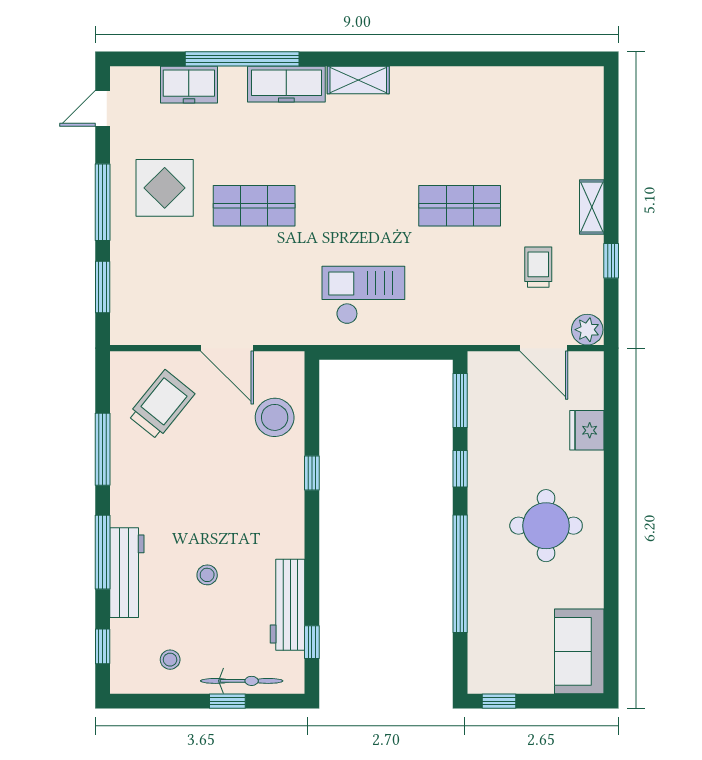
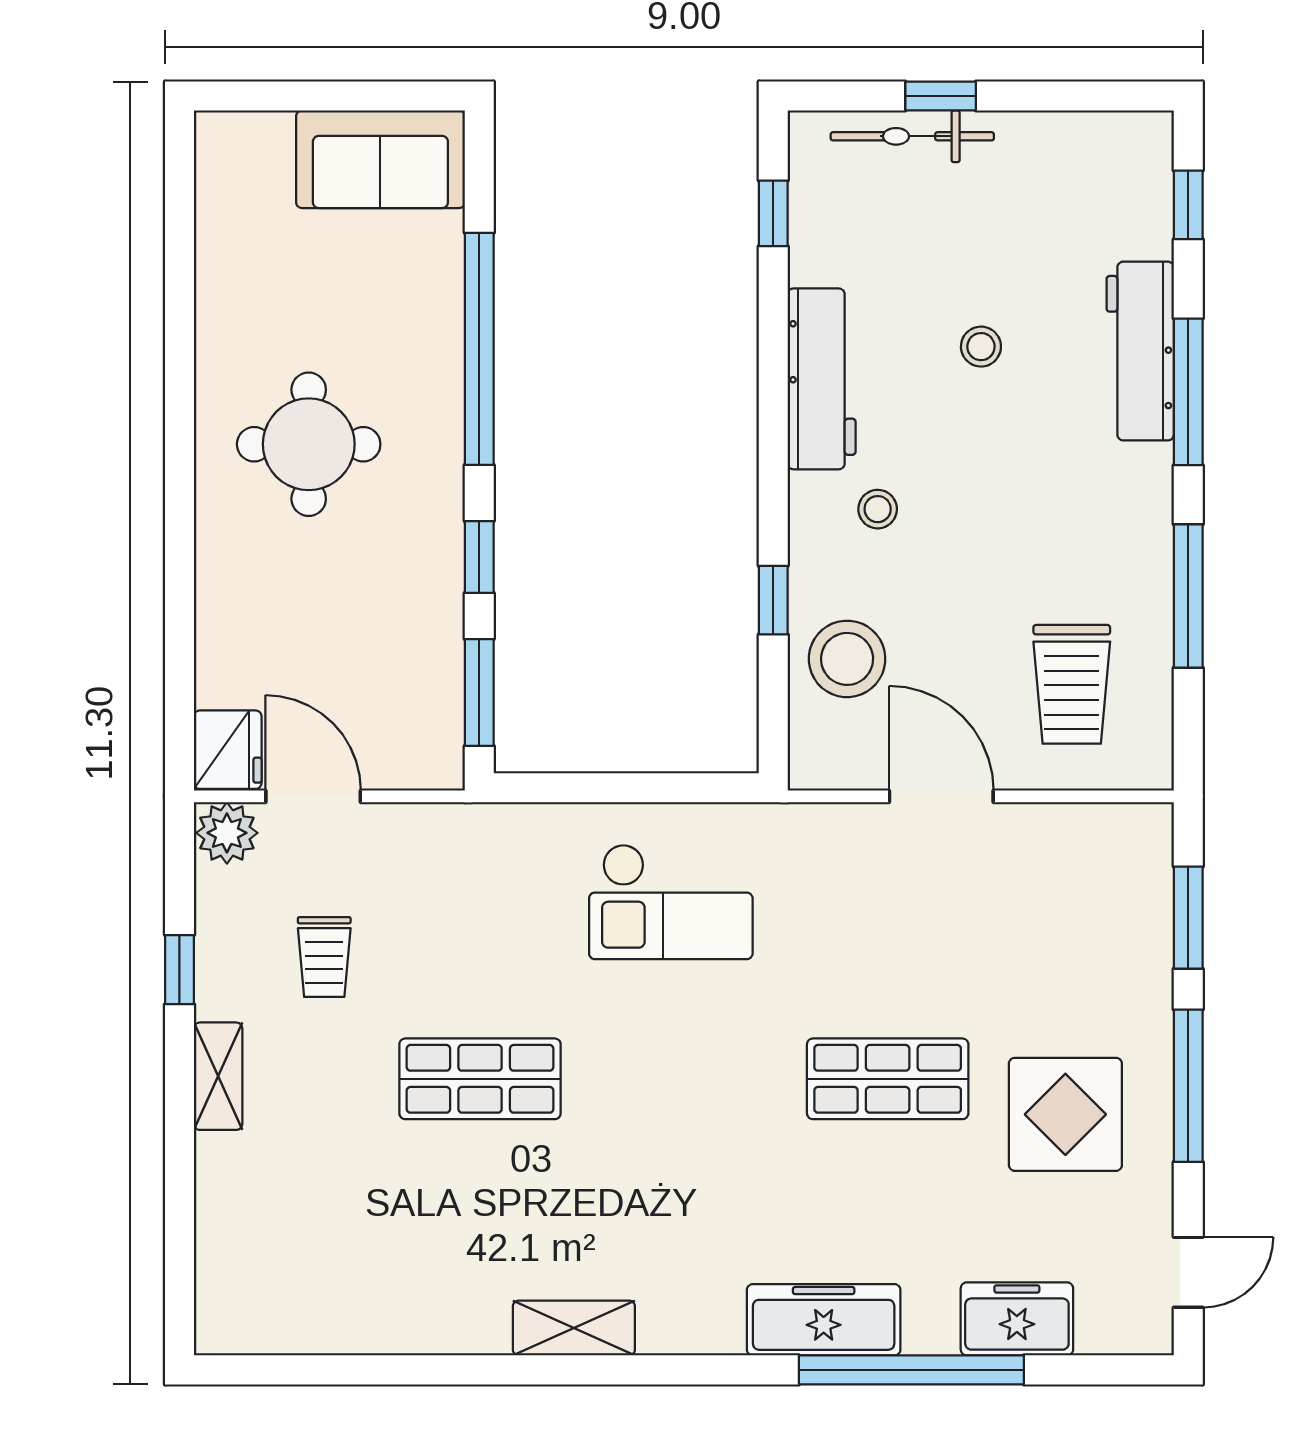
shelving: (358, 80) -> (574, 1328), moved
trolley: (161, 405) -> (1072, 684), turned -39
fridge: (587, 430) -> (228, 750), moved
window: (312, 473) -> (773, 600), moved
workbench: (287, 605) -> (822, 379), moved
sofa: (579, 651) -> (380, 159), moved, turned 90
stool: (170, 660) -> (878, 509), moved
window: (499, 701) -> (402, 96), removed

